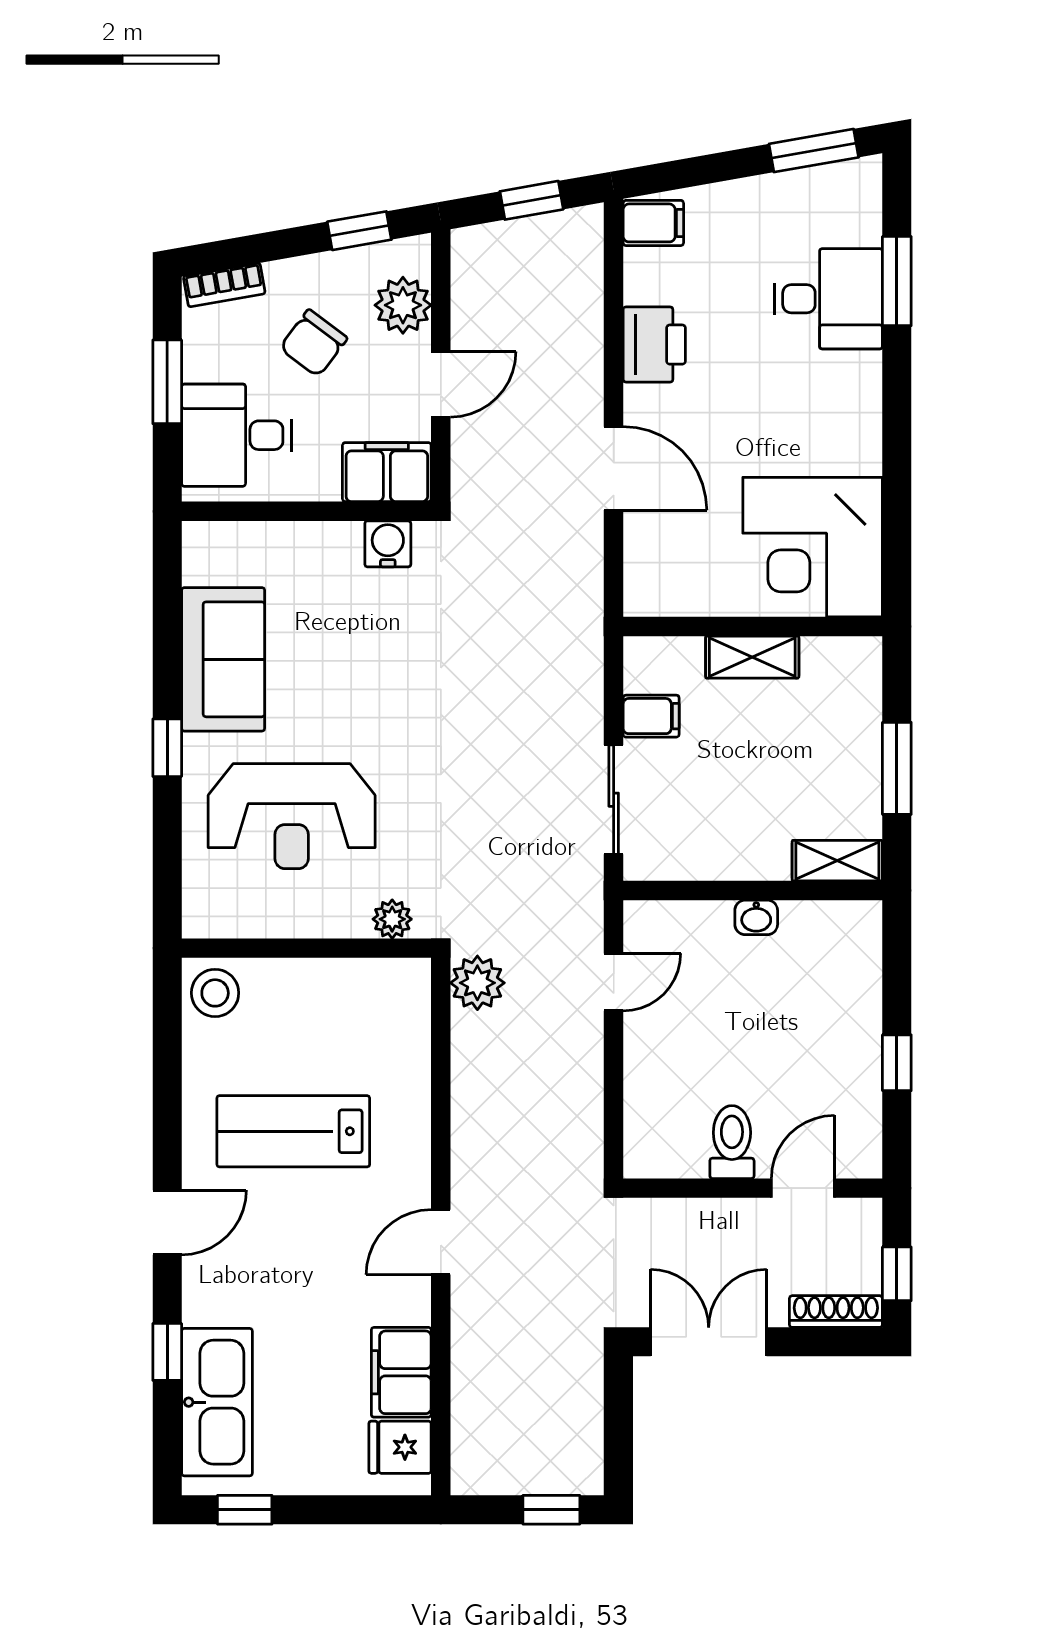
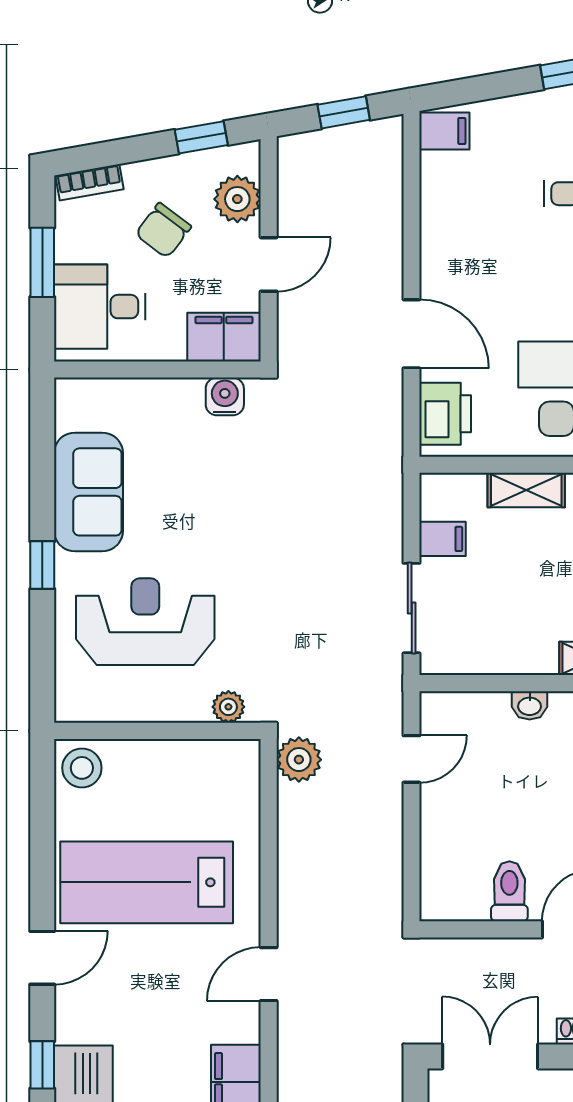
printer: (654, 345) -> (445, 414), moved
reception desk: (292, 816) -> (145, 622), turned 180
lab bench: (293, 1131) -> (147, 882), width x1.36, depth x1.39

